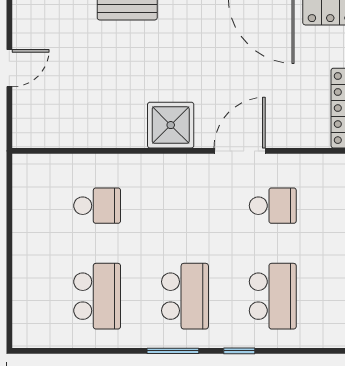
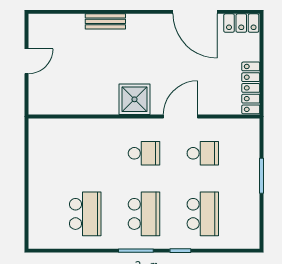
school desk: (97, 206) -> (144, 153), moved

